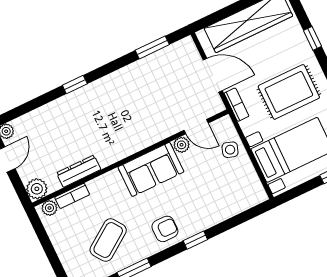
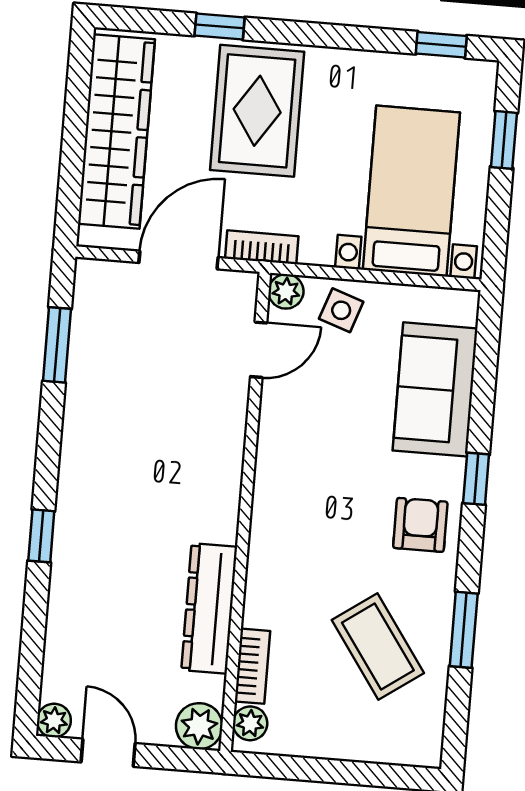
rug: (289, 92) -> (257, 111), moved
plant: (182, 145) -> (286, 291), moved
sofa: (151, 169) -> (435, 389), moved, turned 180
dresser: (79, 171) -> (209, 608), width x1.37, depth x1.24

